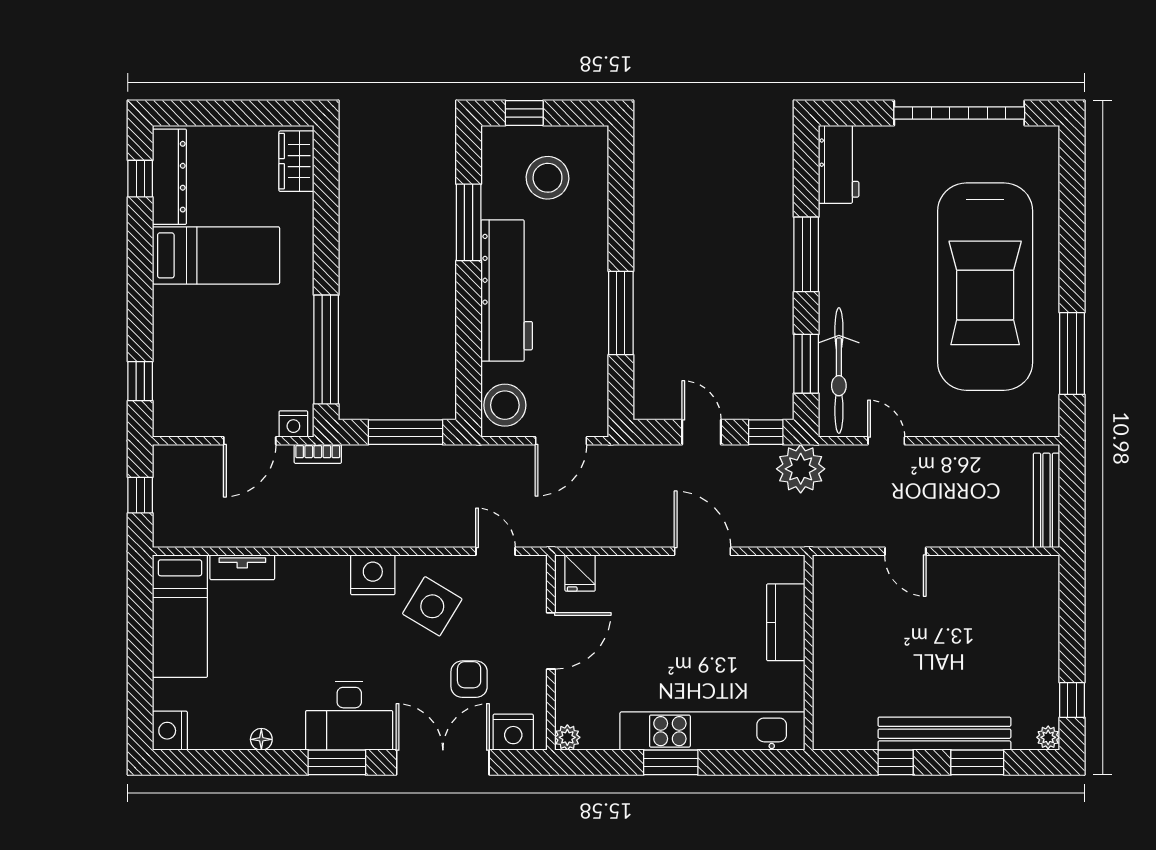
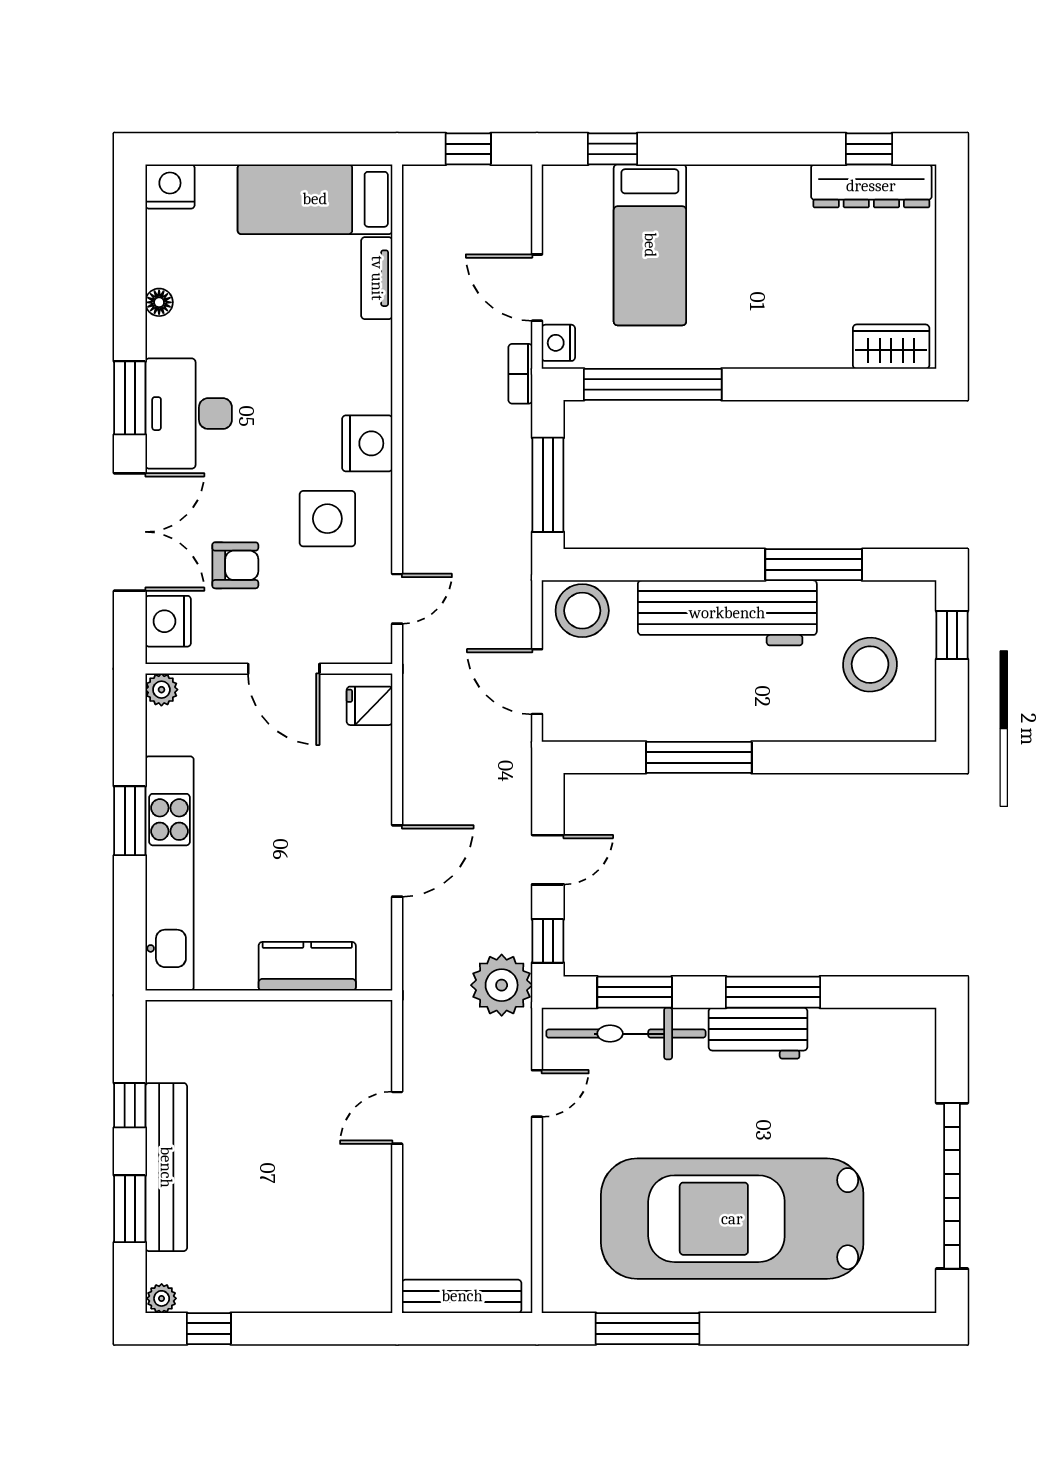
workbench: (839, 164) -> (758, 1033), moved
bed: (216, 255) -> (650, 245), moved
side table: (432, 606) -> (327, 519), turned -31

